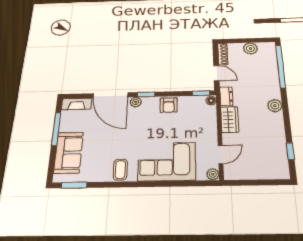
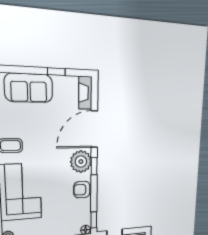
plant: (136, 102) -> (81, 162), width x1.88, depth x1.88
window: (56, 129) -> (56, 72), width x0.46

